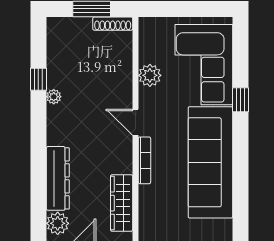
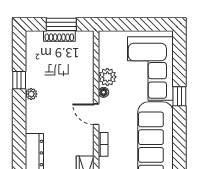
shoe rack: (113, 24) -> (59, 36), moved
floor lamp: (145, 95) -> (104, 92), added
bookcase: (144, 160) -> (103, 144), width x0.64

